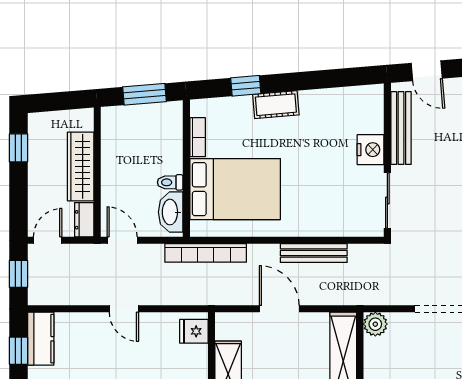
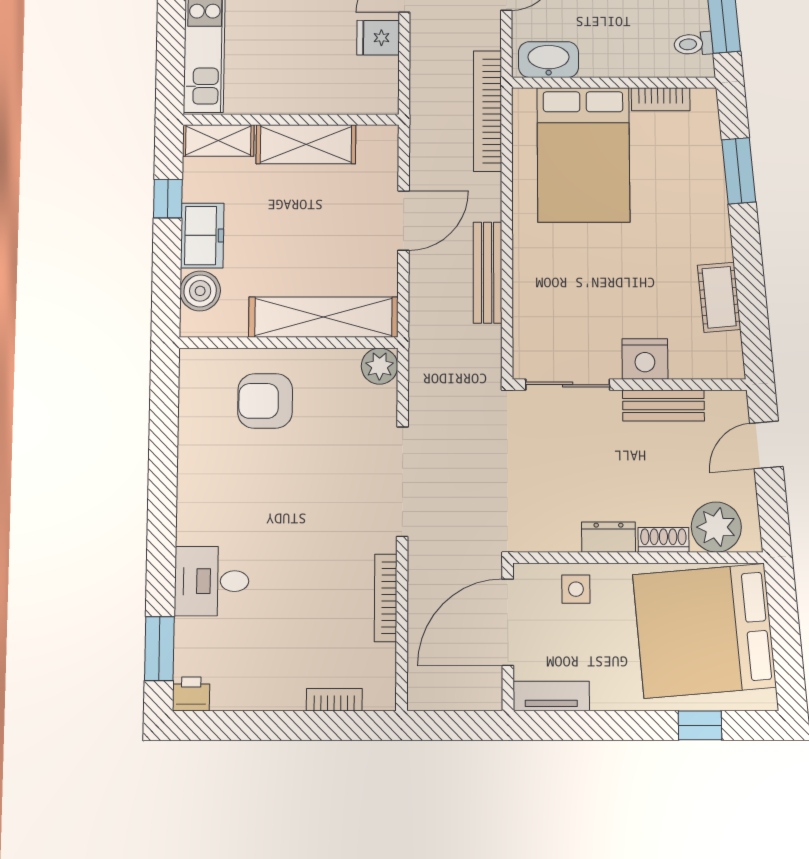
window: (246, 86) -> (739, 171), width x1.50
cot: (276, 105) -> (719, 297), moved
bench: (401, 128) -> (663, 405), width x0.73
toilet: (170, 182) -> (693, 44), moved, turned -95
fridge: (194, 331) -> (378, 38), moved, turned -90

